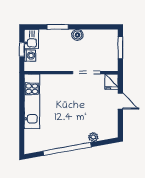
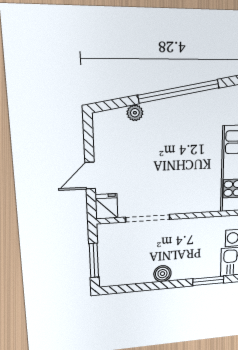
window: (58, 27) -> (208, 281), moved
door: (120, 101) -> (90, 176), hinge flipped

